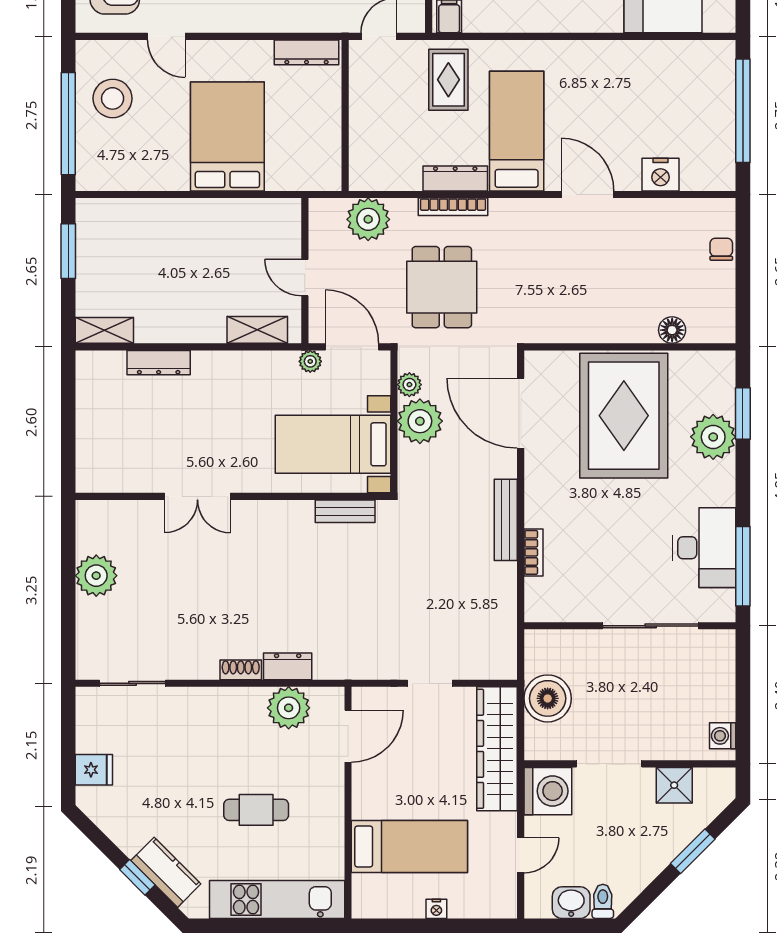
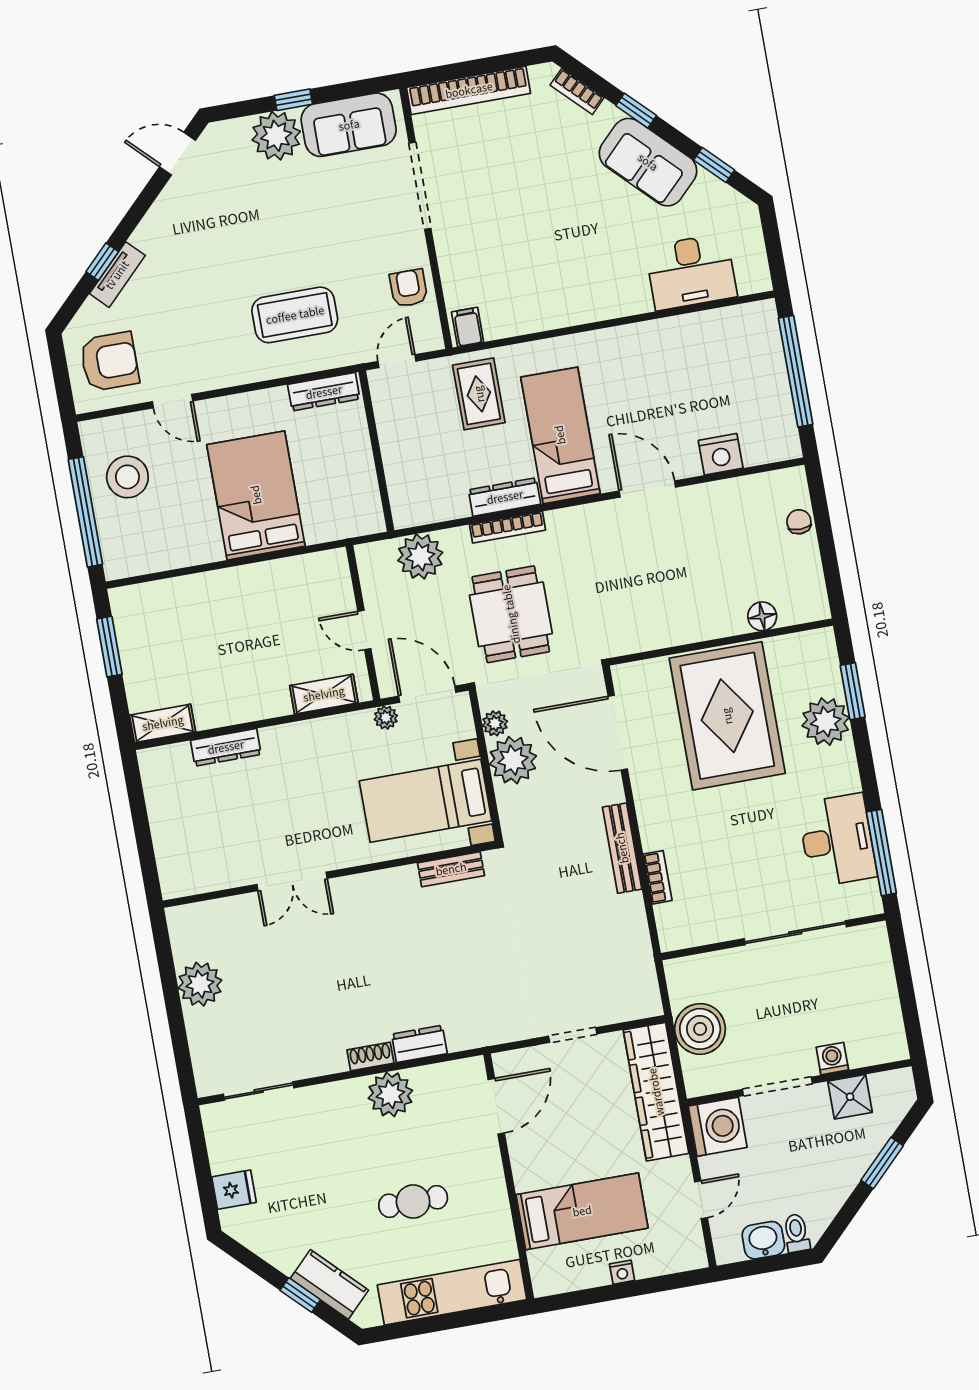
plant: (289, 708) -> (390, 1094), moved
washing machine: (723, 736) -> (832, 1059), moved, turned 90

